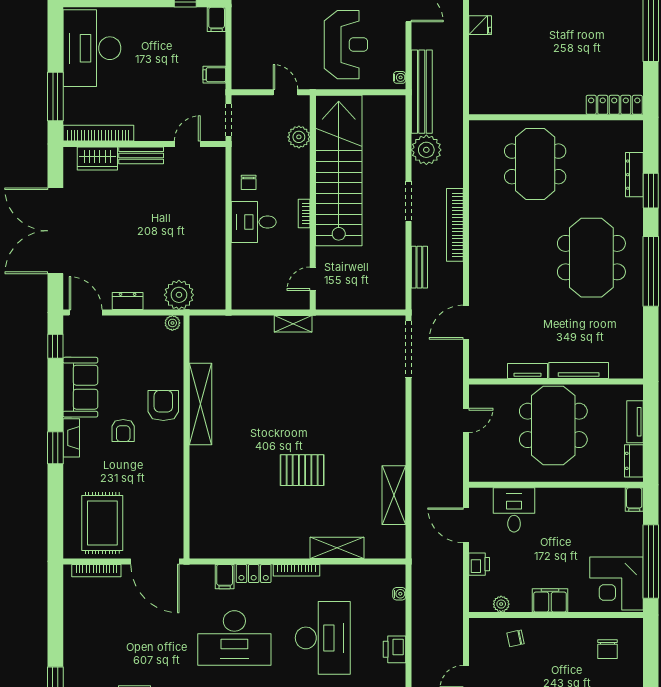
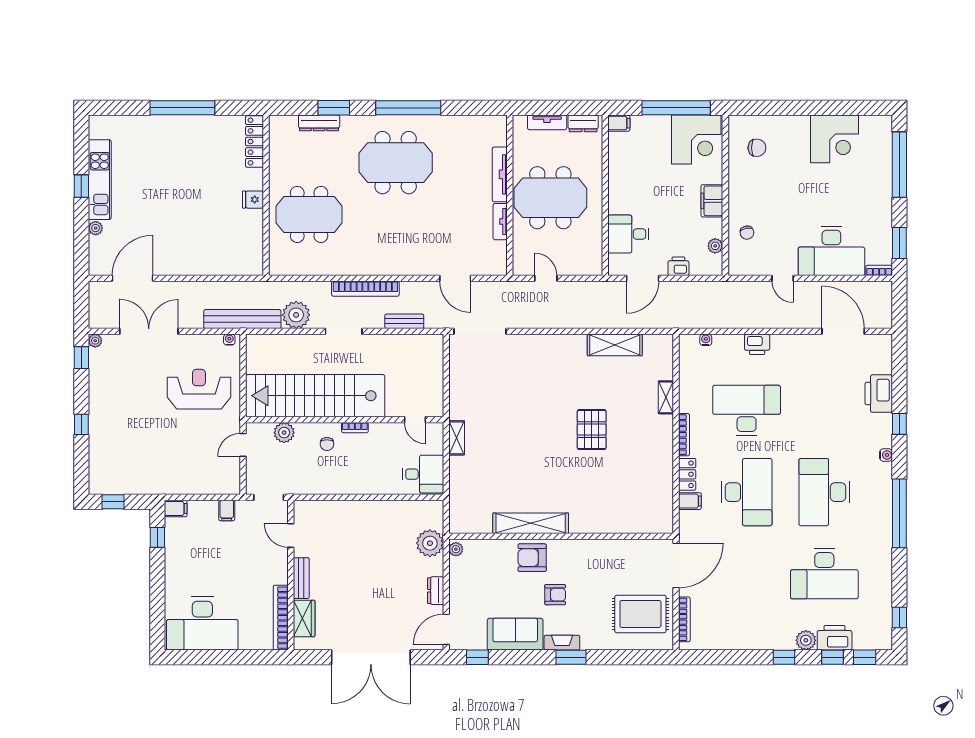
fridge: (480, 25) -> (253, 200), moved, turned -90
window: (55, 97) -> (247, 657), removed
chair: (249, 182) -> (327, 444), moved, turned 90
desk: (254, 222) -> (423, 474), moved, turned -90
shelving: (337, 548) -> (666, 397), width x0.67, depth x0.75

